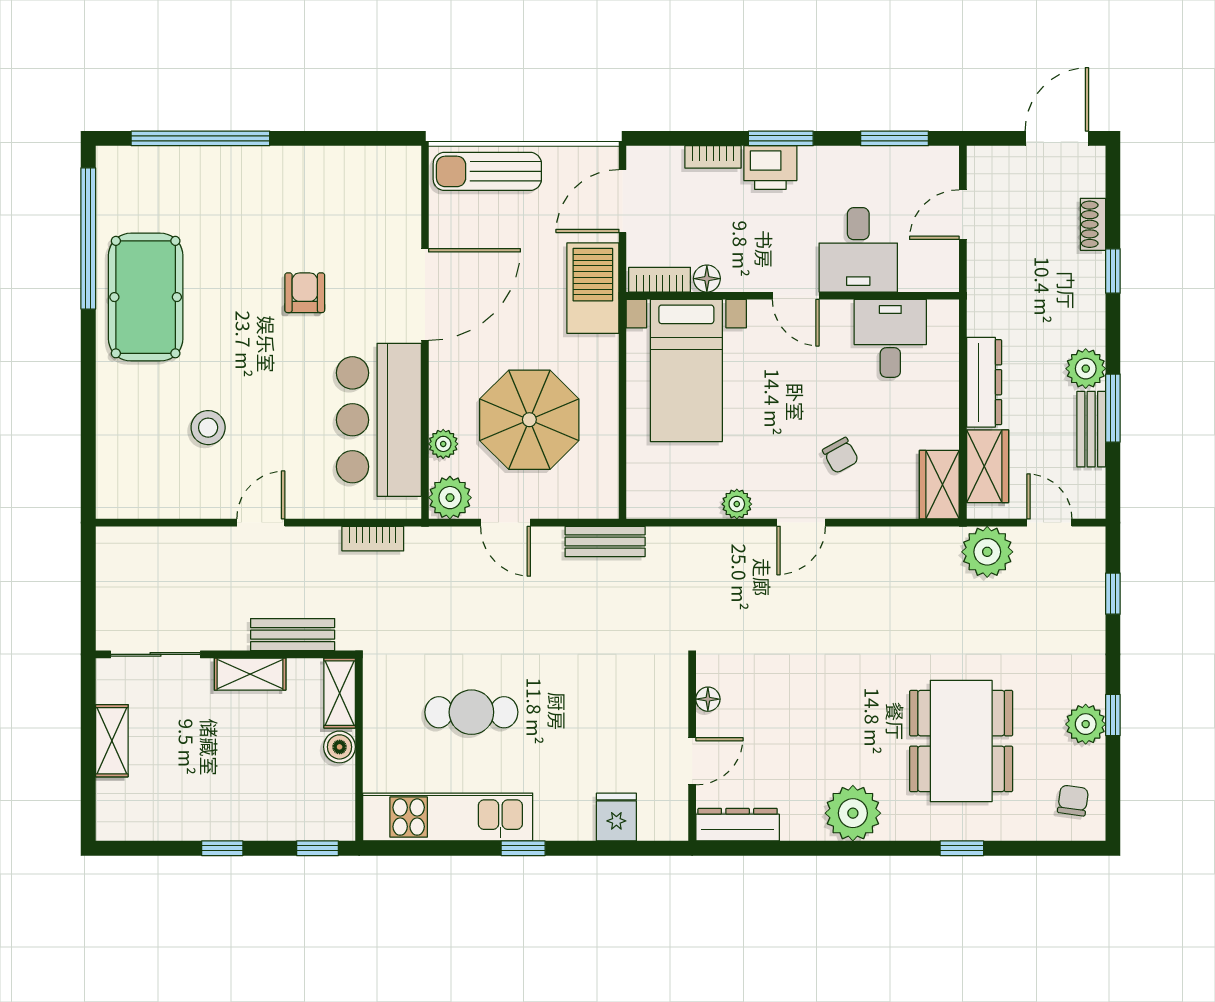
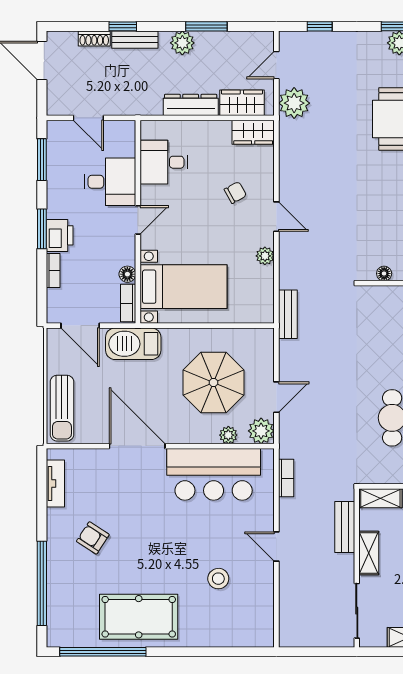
tv unit: (364, 160) -> (55, 483), added
armchair: (305, 293) -> (93, 538), moved, turned 33
bench: (1091, 429) -> (135, 40), moved
bench: (605, 541) -> (288, 314), moved

